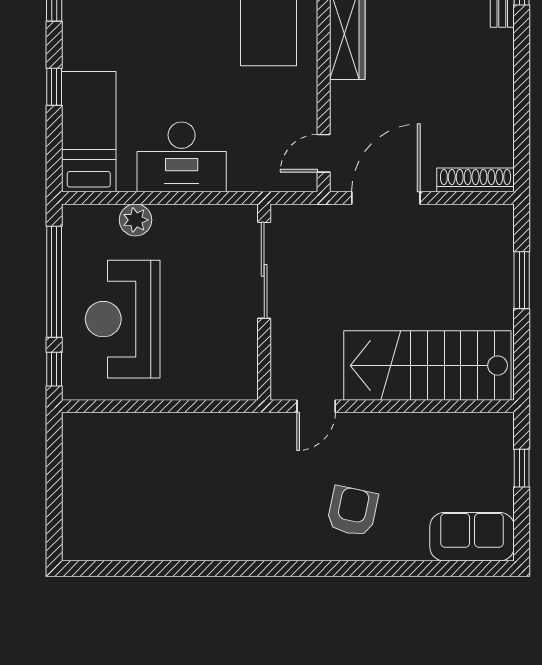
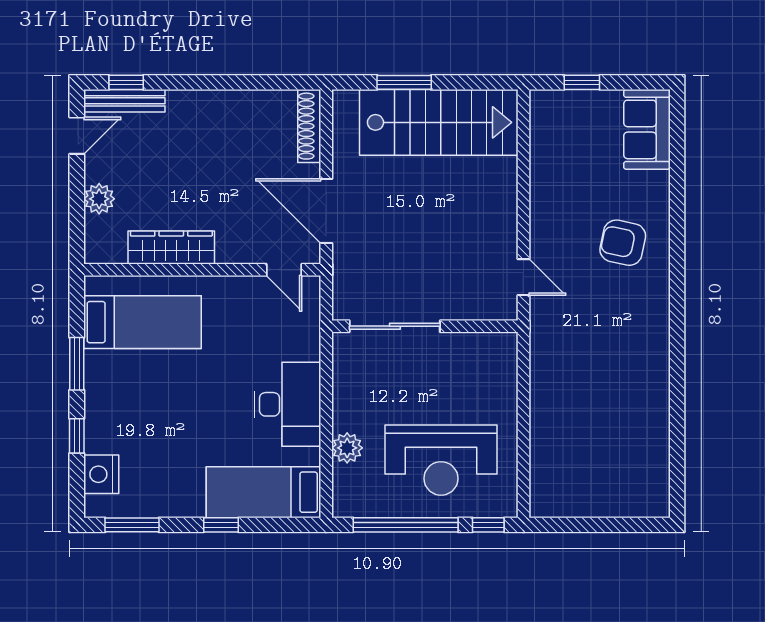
stairs: (427, 366) -> (439, 122), moved, turned -90

